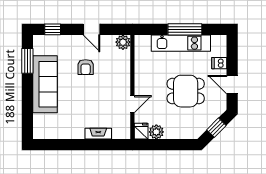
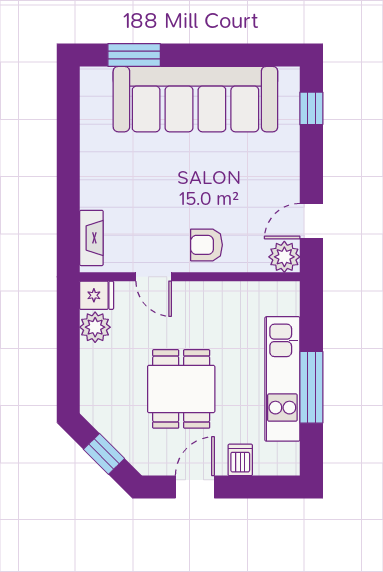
door: (92, 29) -> (311, 221), moved
window: (27, 61) -> (134, 55), moved
armchair: (86, 67) -> (206, 245), moved
sofa: (45, 84) -> (195, 99), width x1.36, depth x1.27
fireplace: (98, 134) -> (91, 238), moved

